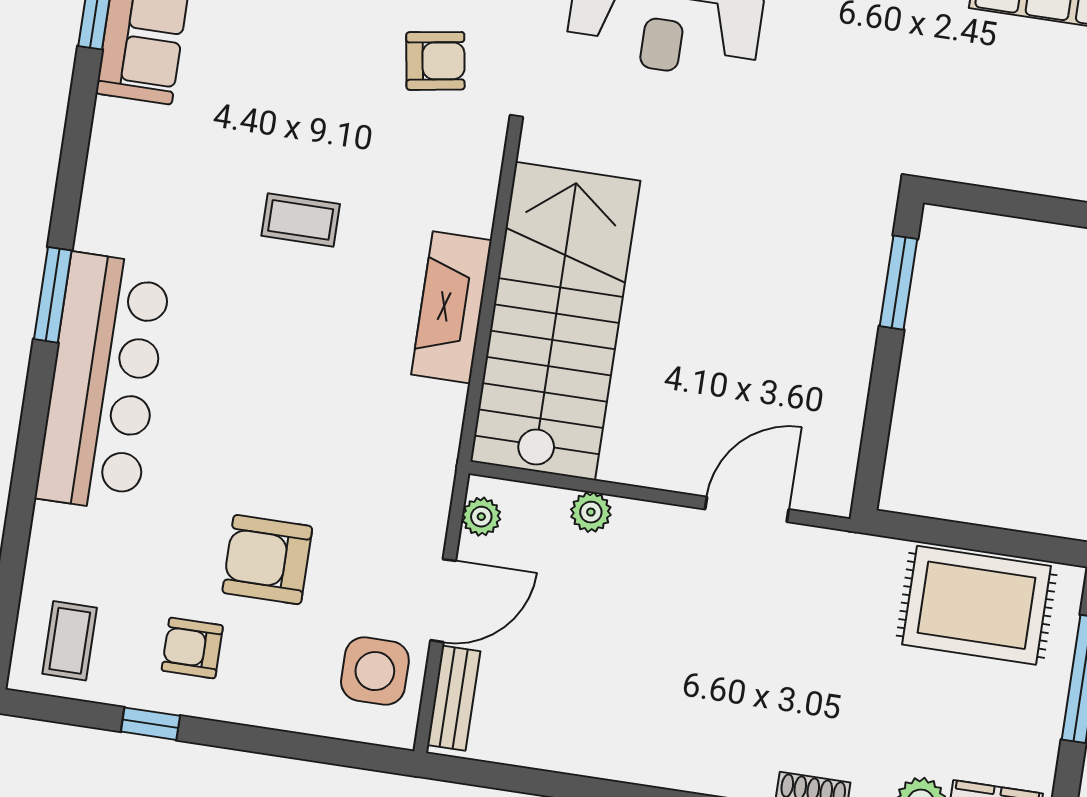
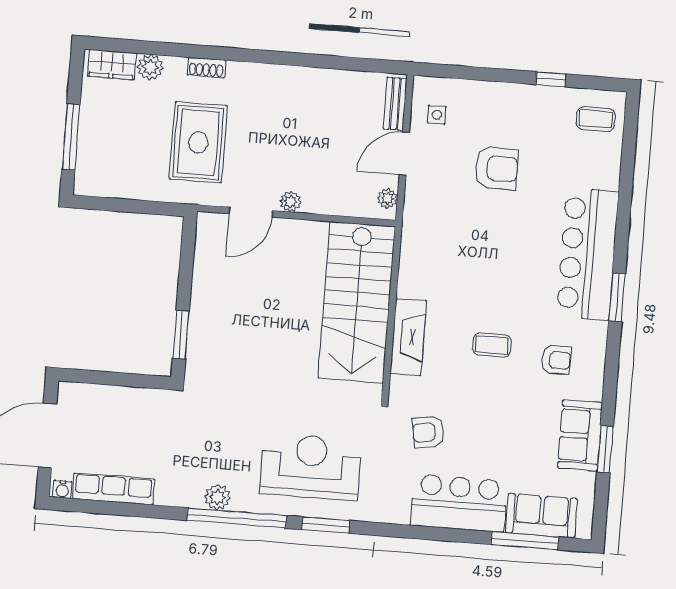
fireplace: (451, 307) -> (408, 337), moved
plant: (591, 512) -> (290, 202), moved
rug: (977, 605) -> (198, 142), moved, turned 90
coffee table: (70, 641) -> (596, 119), turned 90
armchair: (192, 648) -> (556, 360), moved
side table: (375, 671) -> (437, 115), width x0.54, depth x0.54

